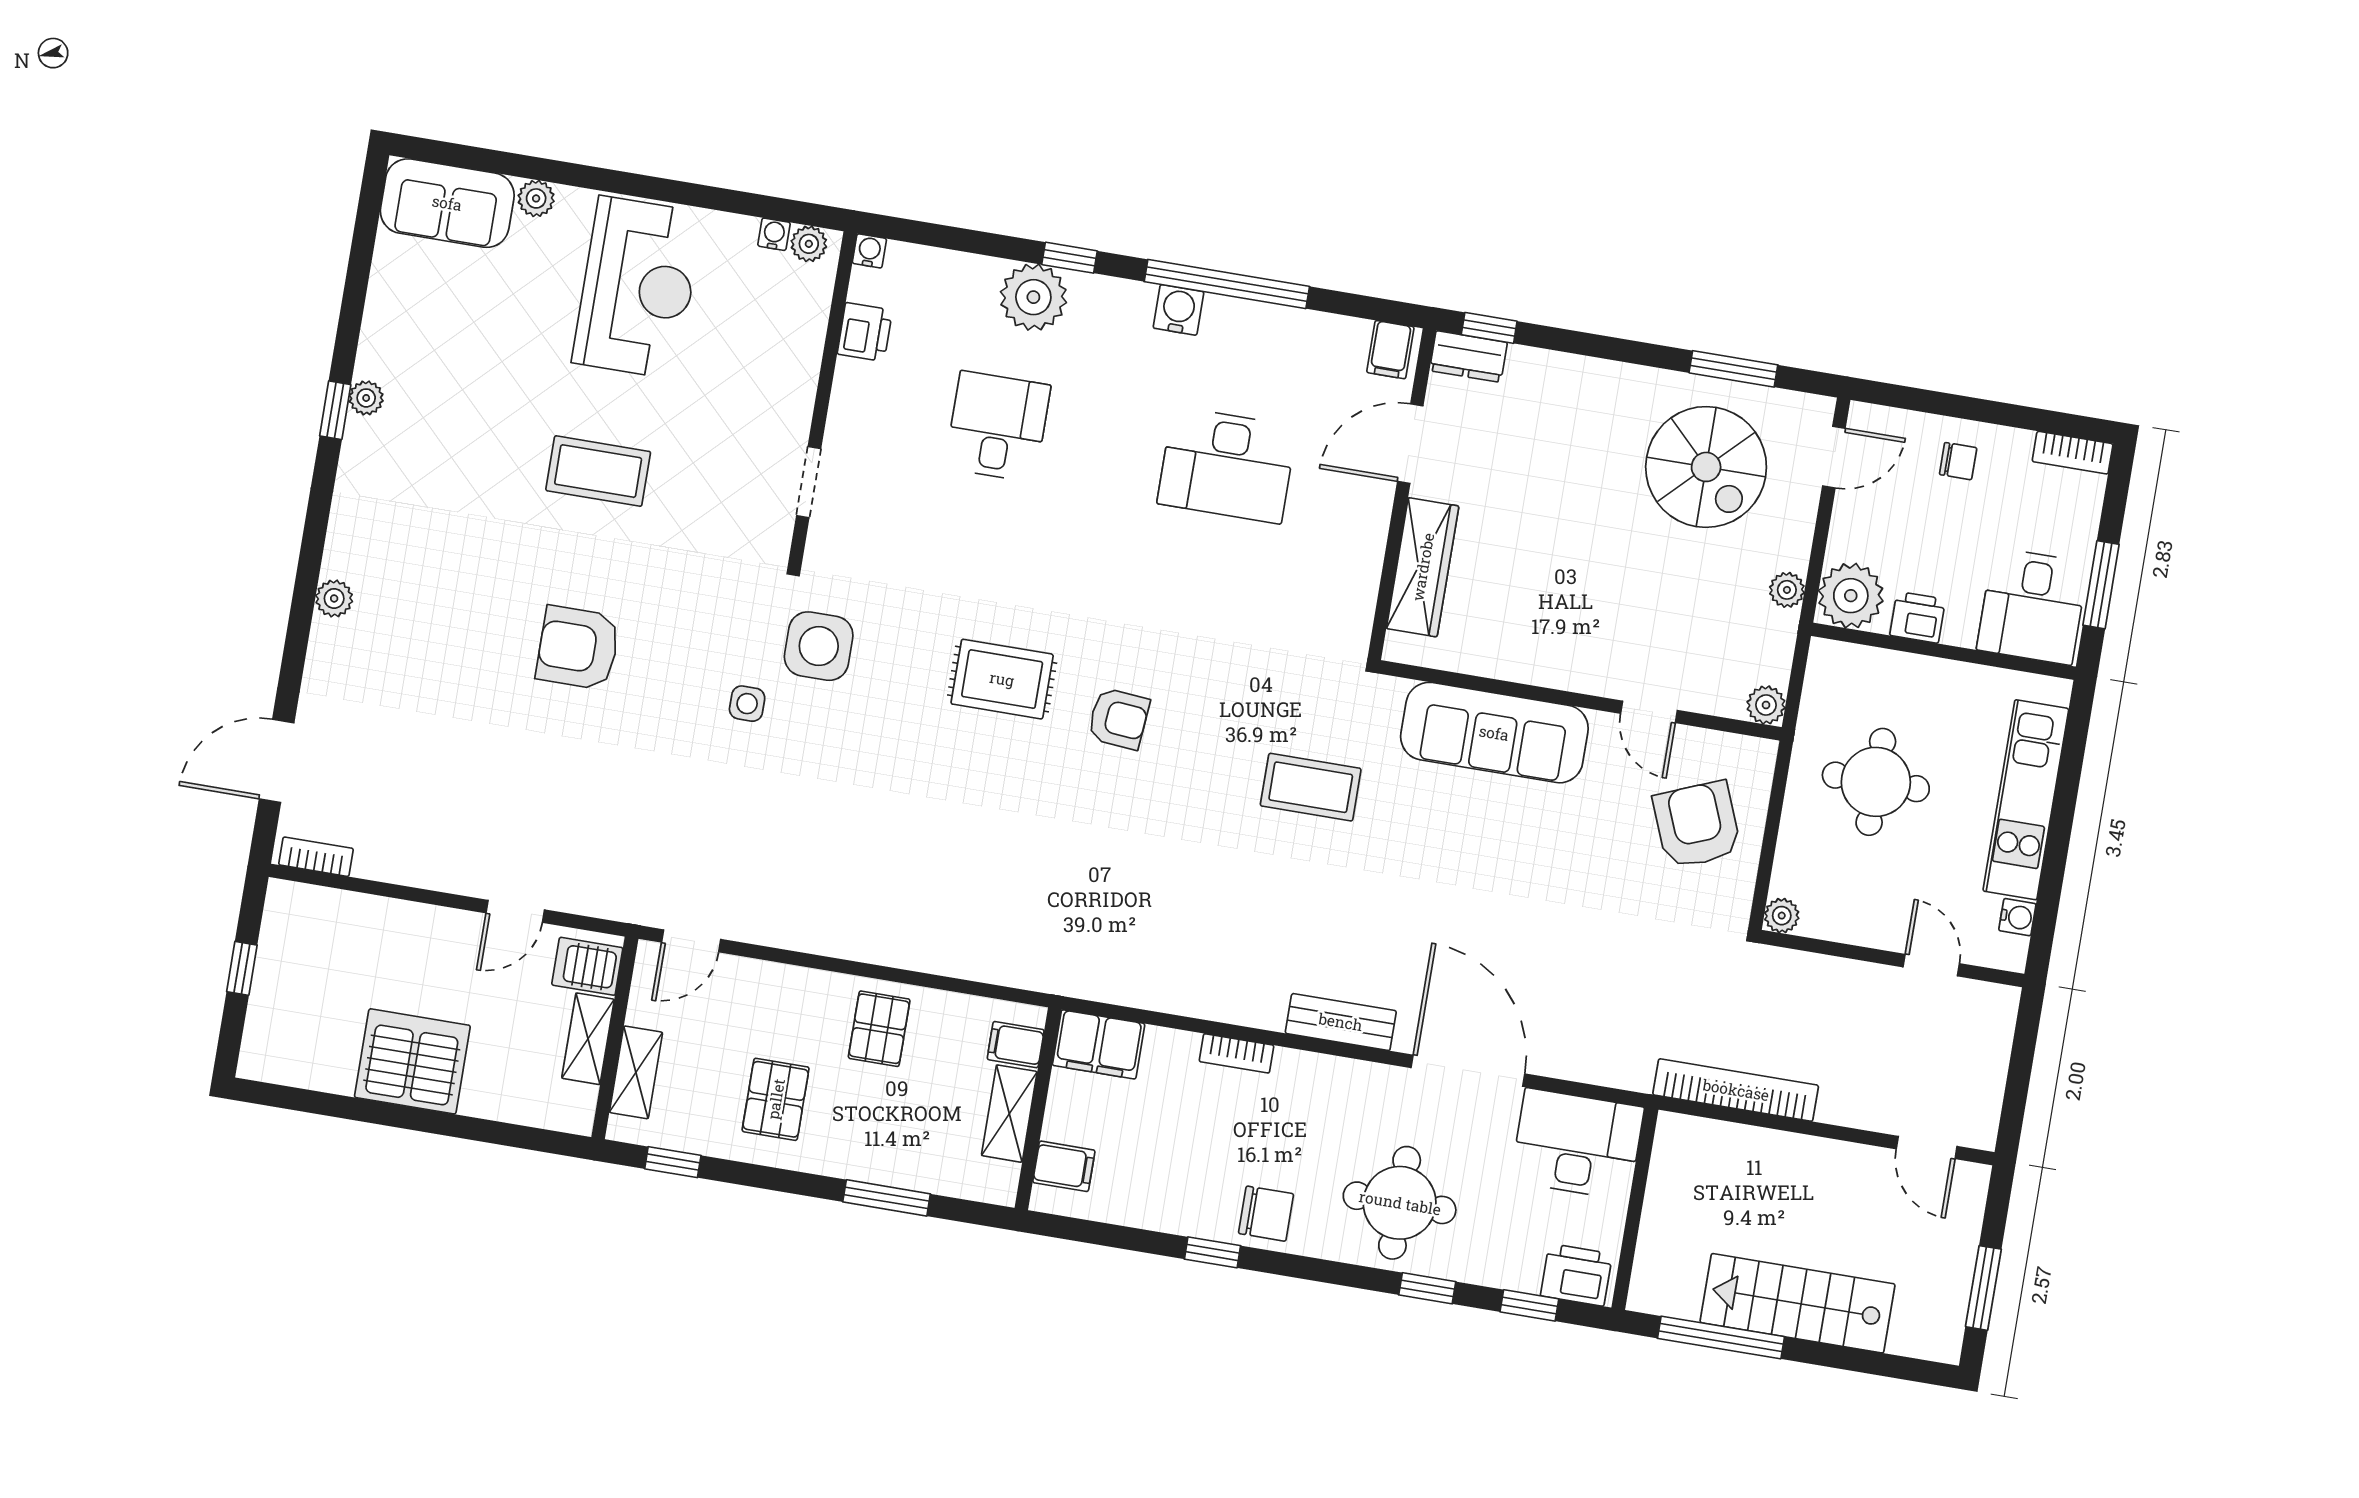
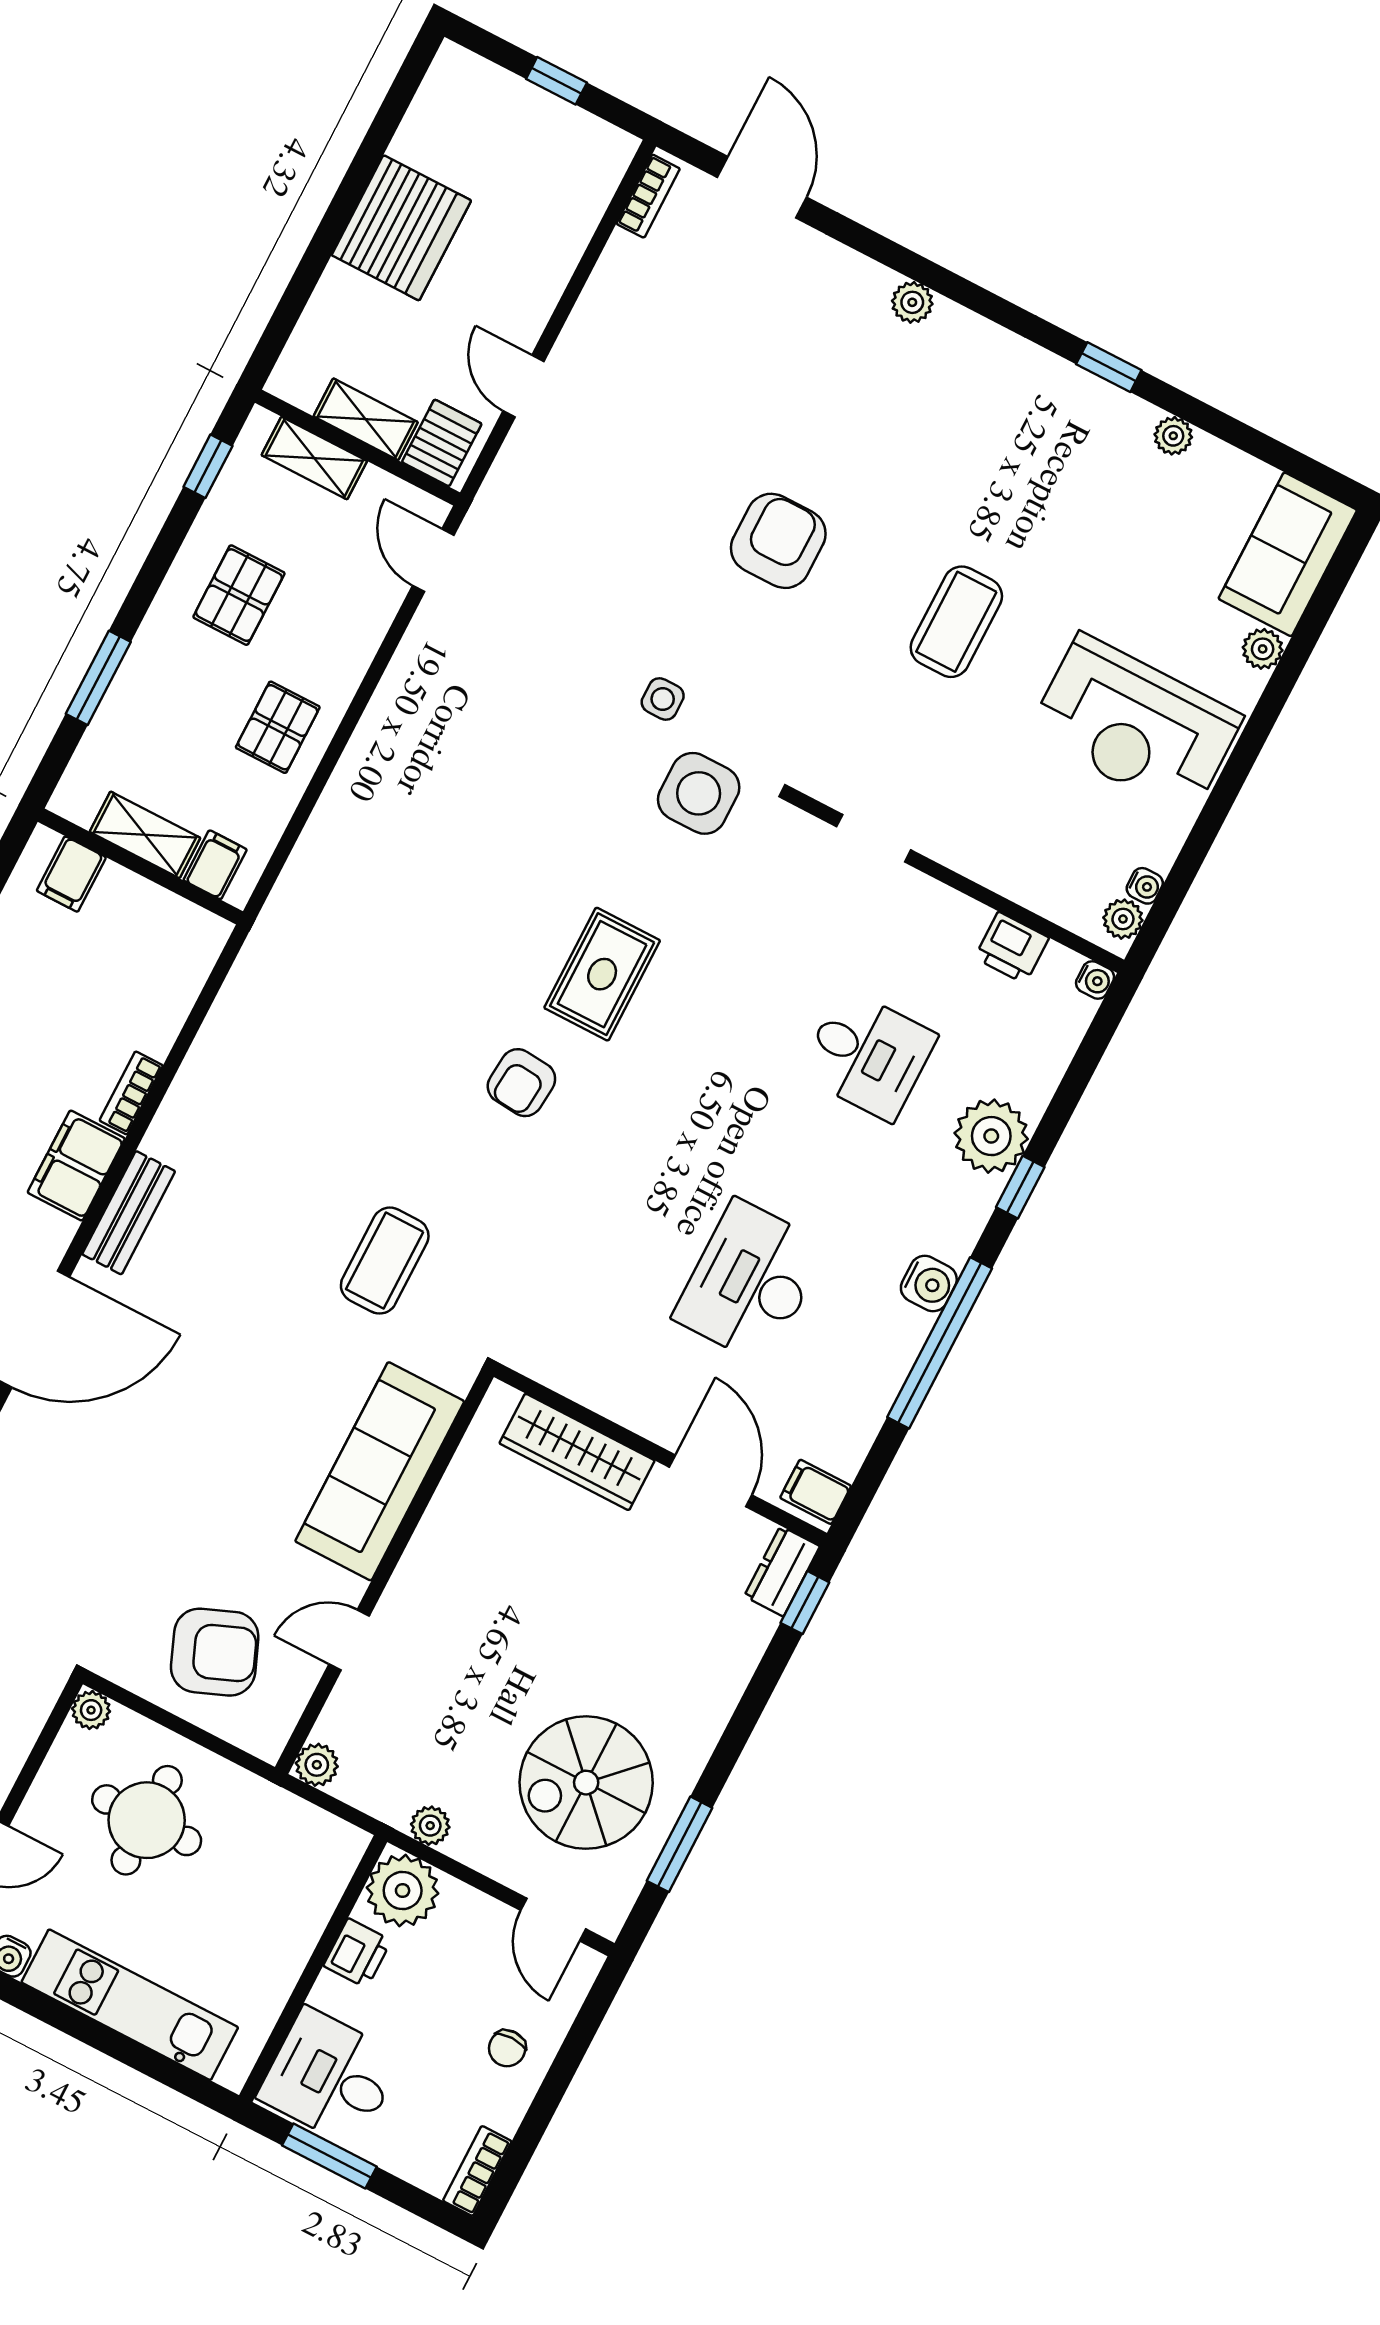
plant: (366, 398) -> (1173, 436), moved
round table: (1876, 782) -> (147, 1820), moved
pallet: (879, 1029) -> (278, 727), turned 90
filing cabinet: (1099, 1044) -> (76, 1166), moved
pallet: (776, 1099) -> (239, 595), turned 90

